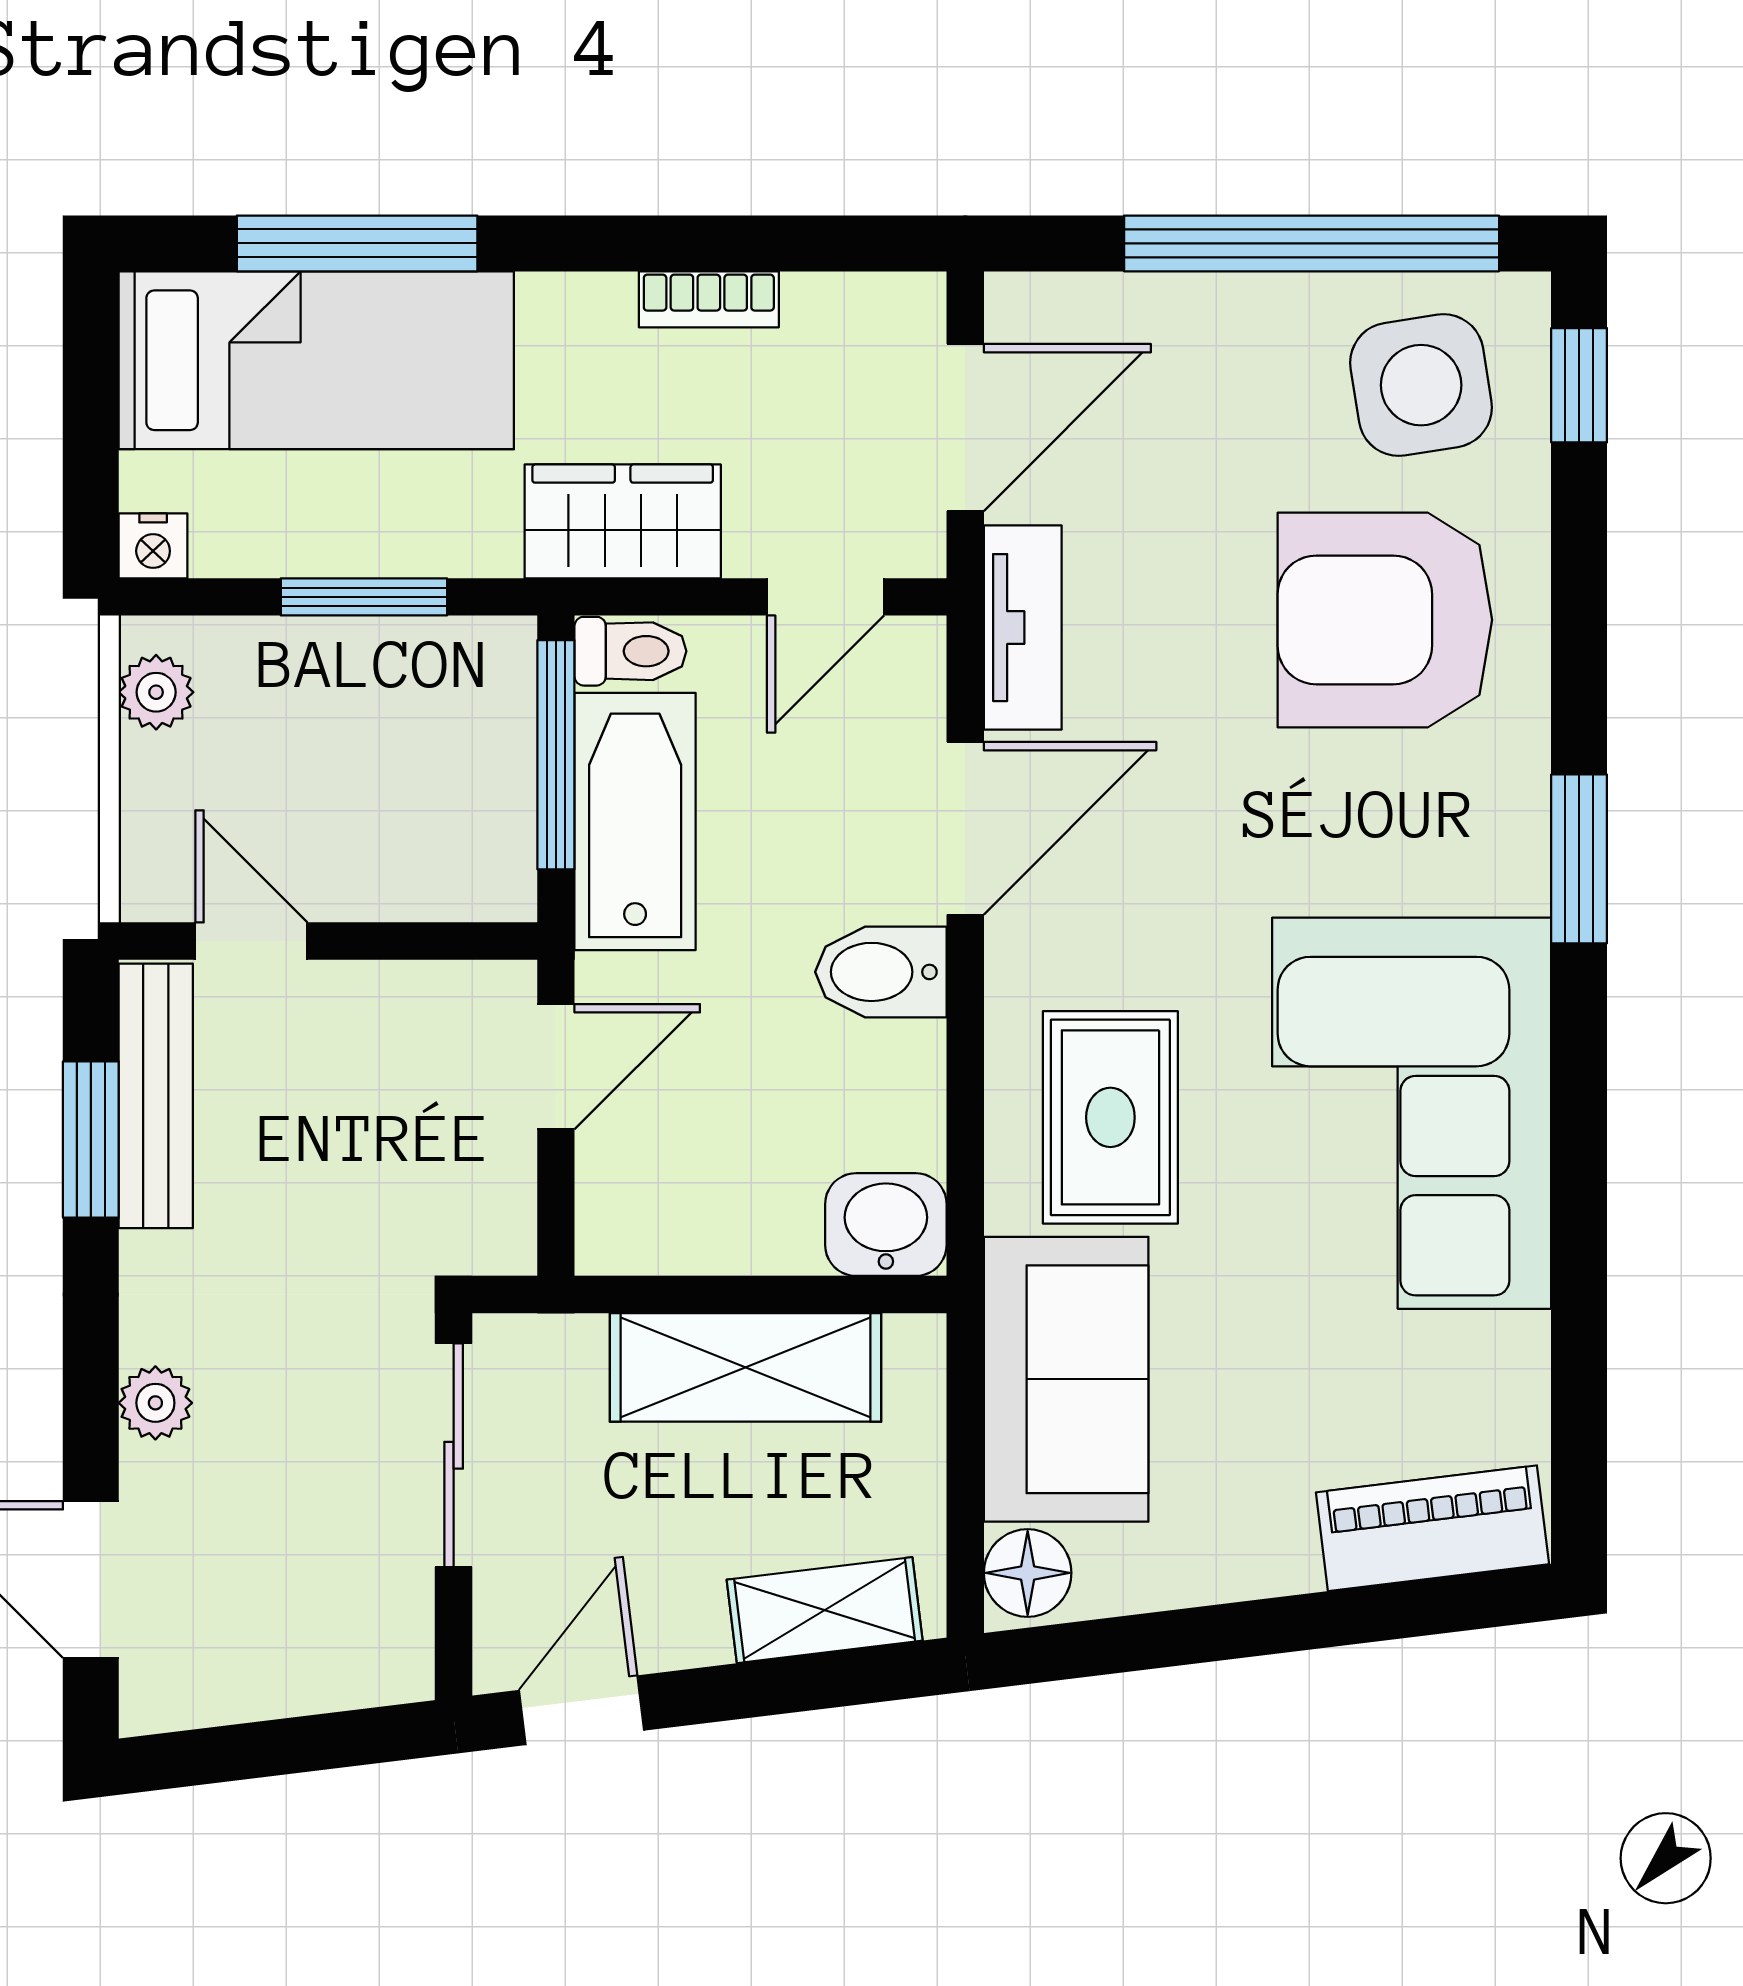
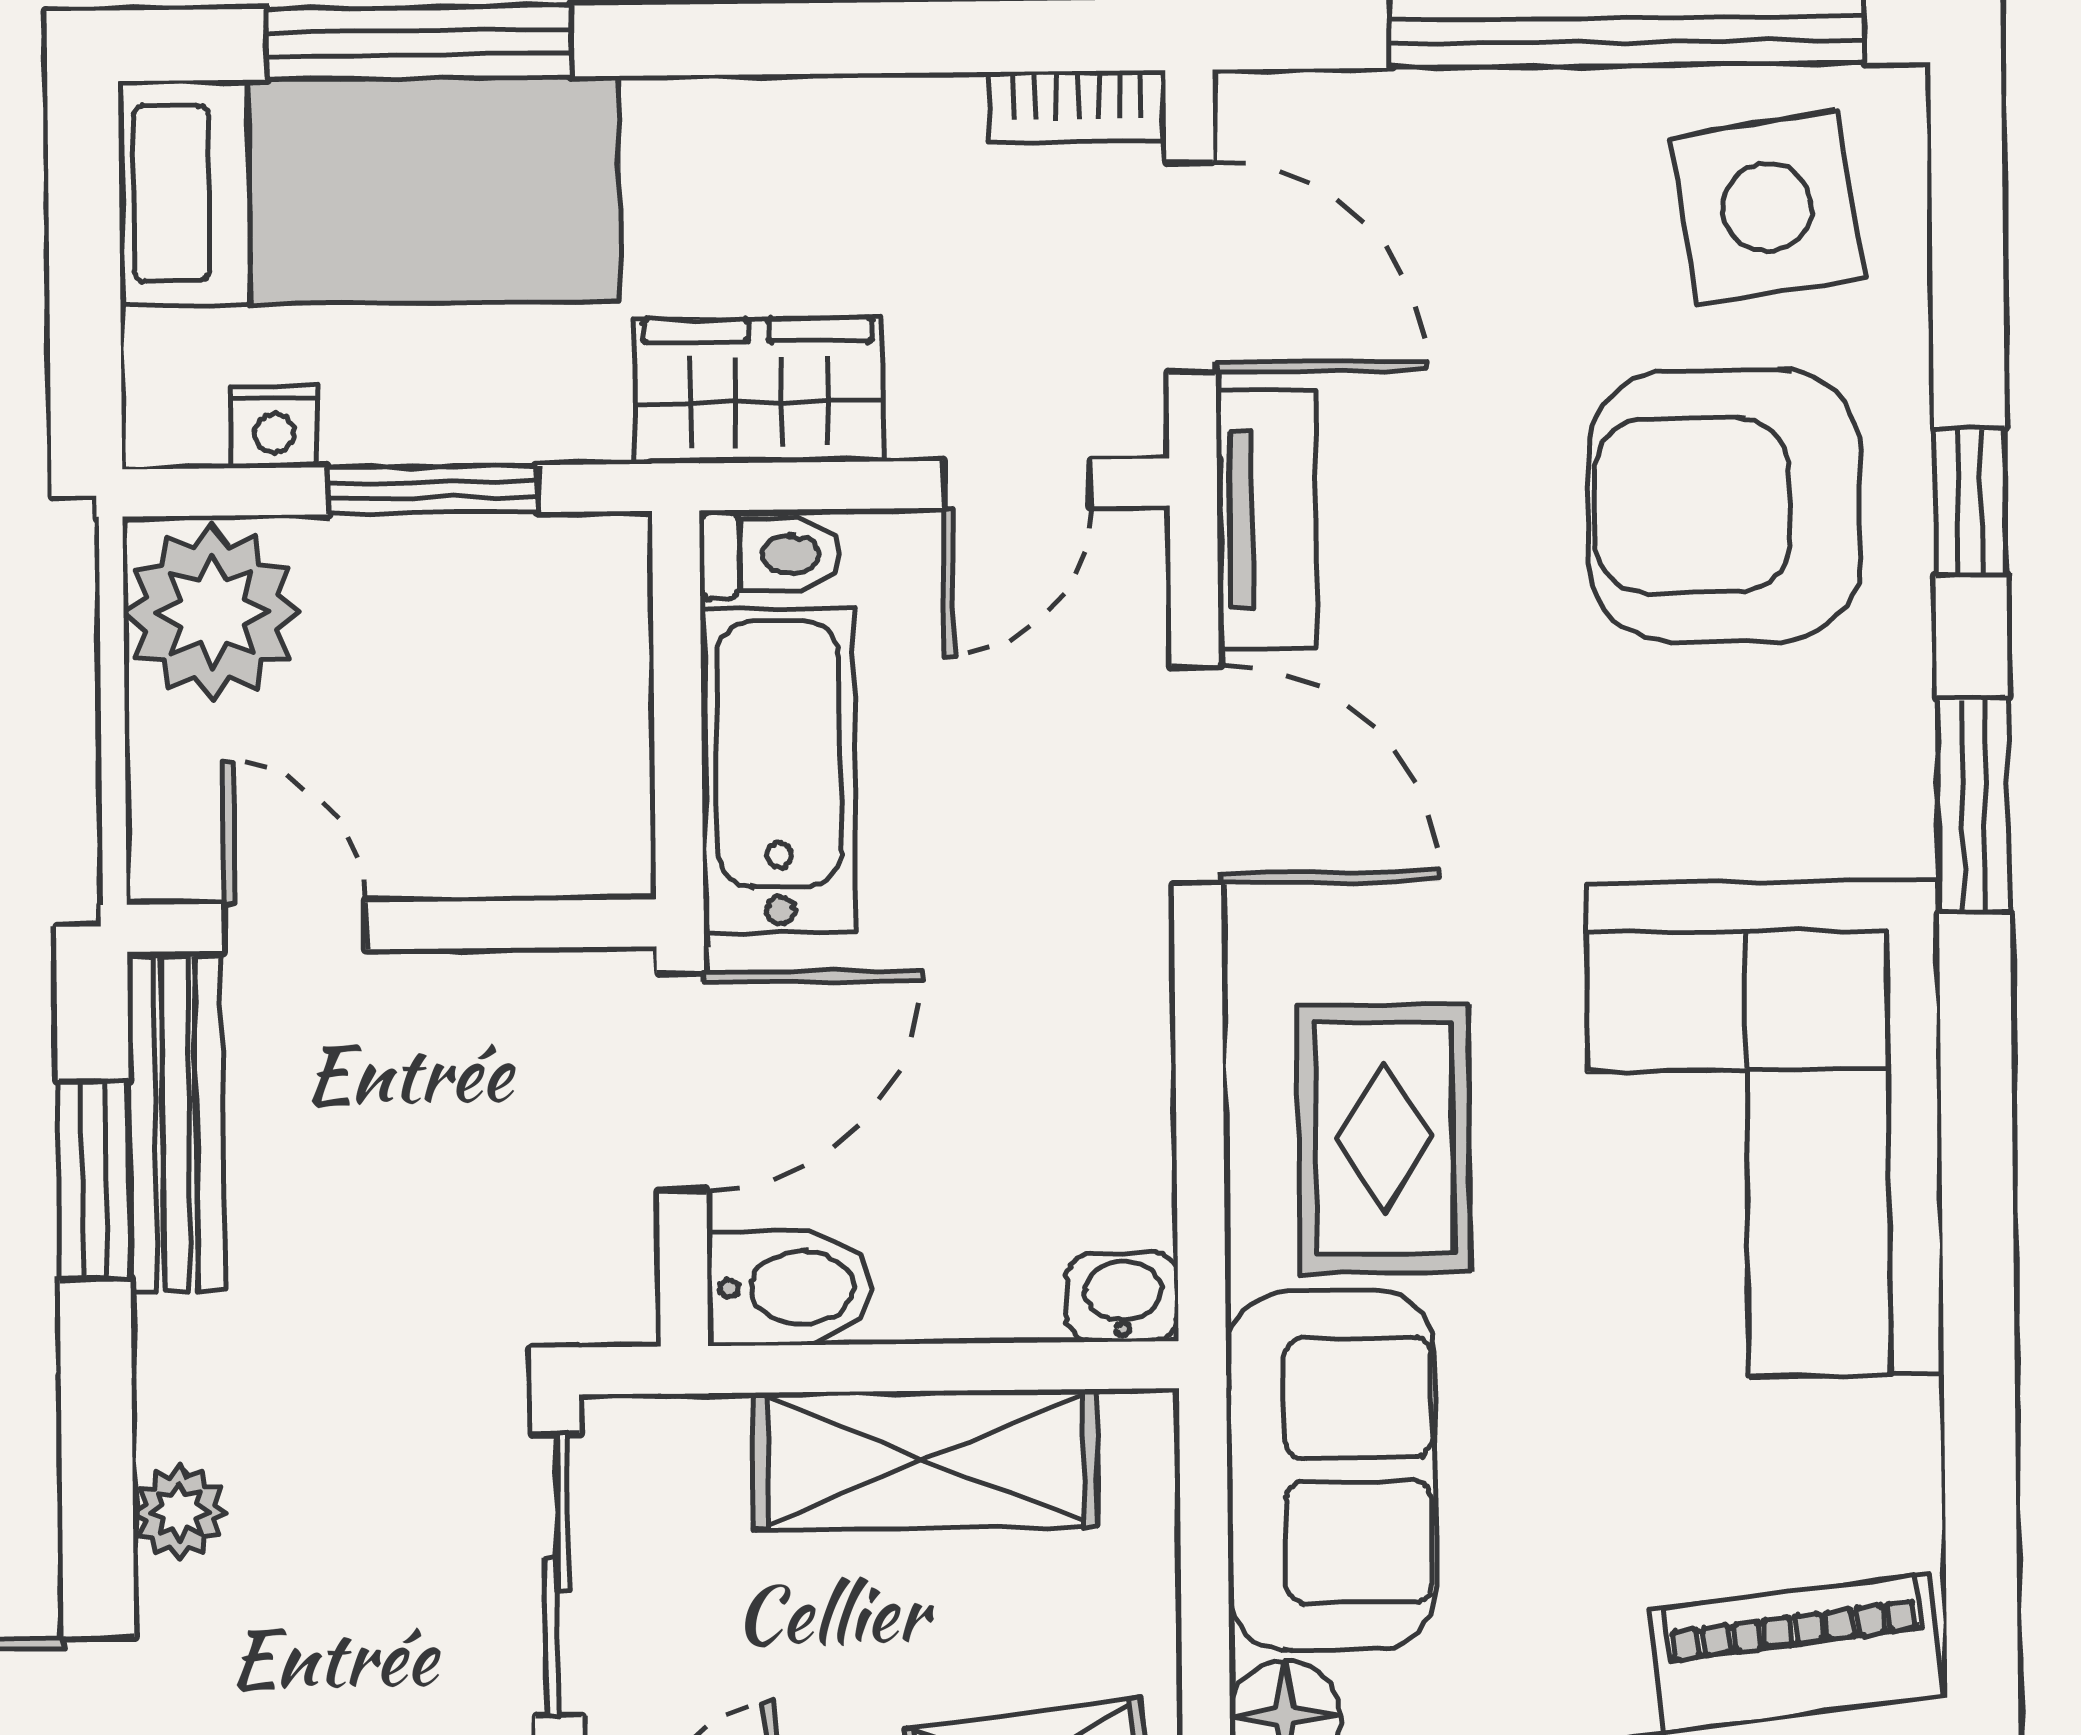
bookcase: (709, 299) -> (1077, 106), moved
window: (1579, 385) -> (1970, 502), moved
door: (965, 428) -> (1191, 268), hinge flipped
nightstand: (153, 546) -> (274, 427), moved
plant: (156, 692) -> (212, 613), width x1.87, depth x1.87
window: (556, 755) -> (677, 687), removed
door: (965, 828) -> (1196, 775), hinge flipped
bidet: (881, 972) -> (791, 1288), moved, turned 180
door: (556, 1067) -> (682, 1082), width x1.38
washbasin: (886, 1225) -> (1123, 1297), width x0.72, depth x0.69

